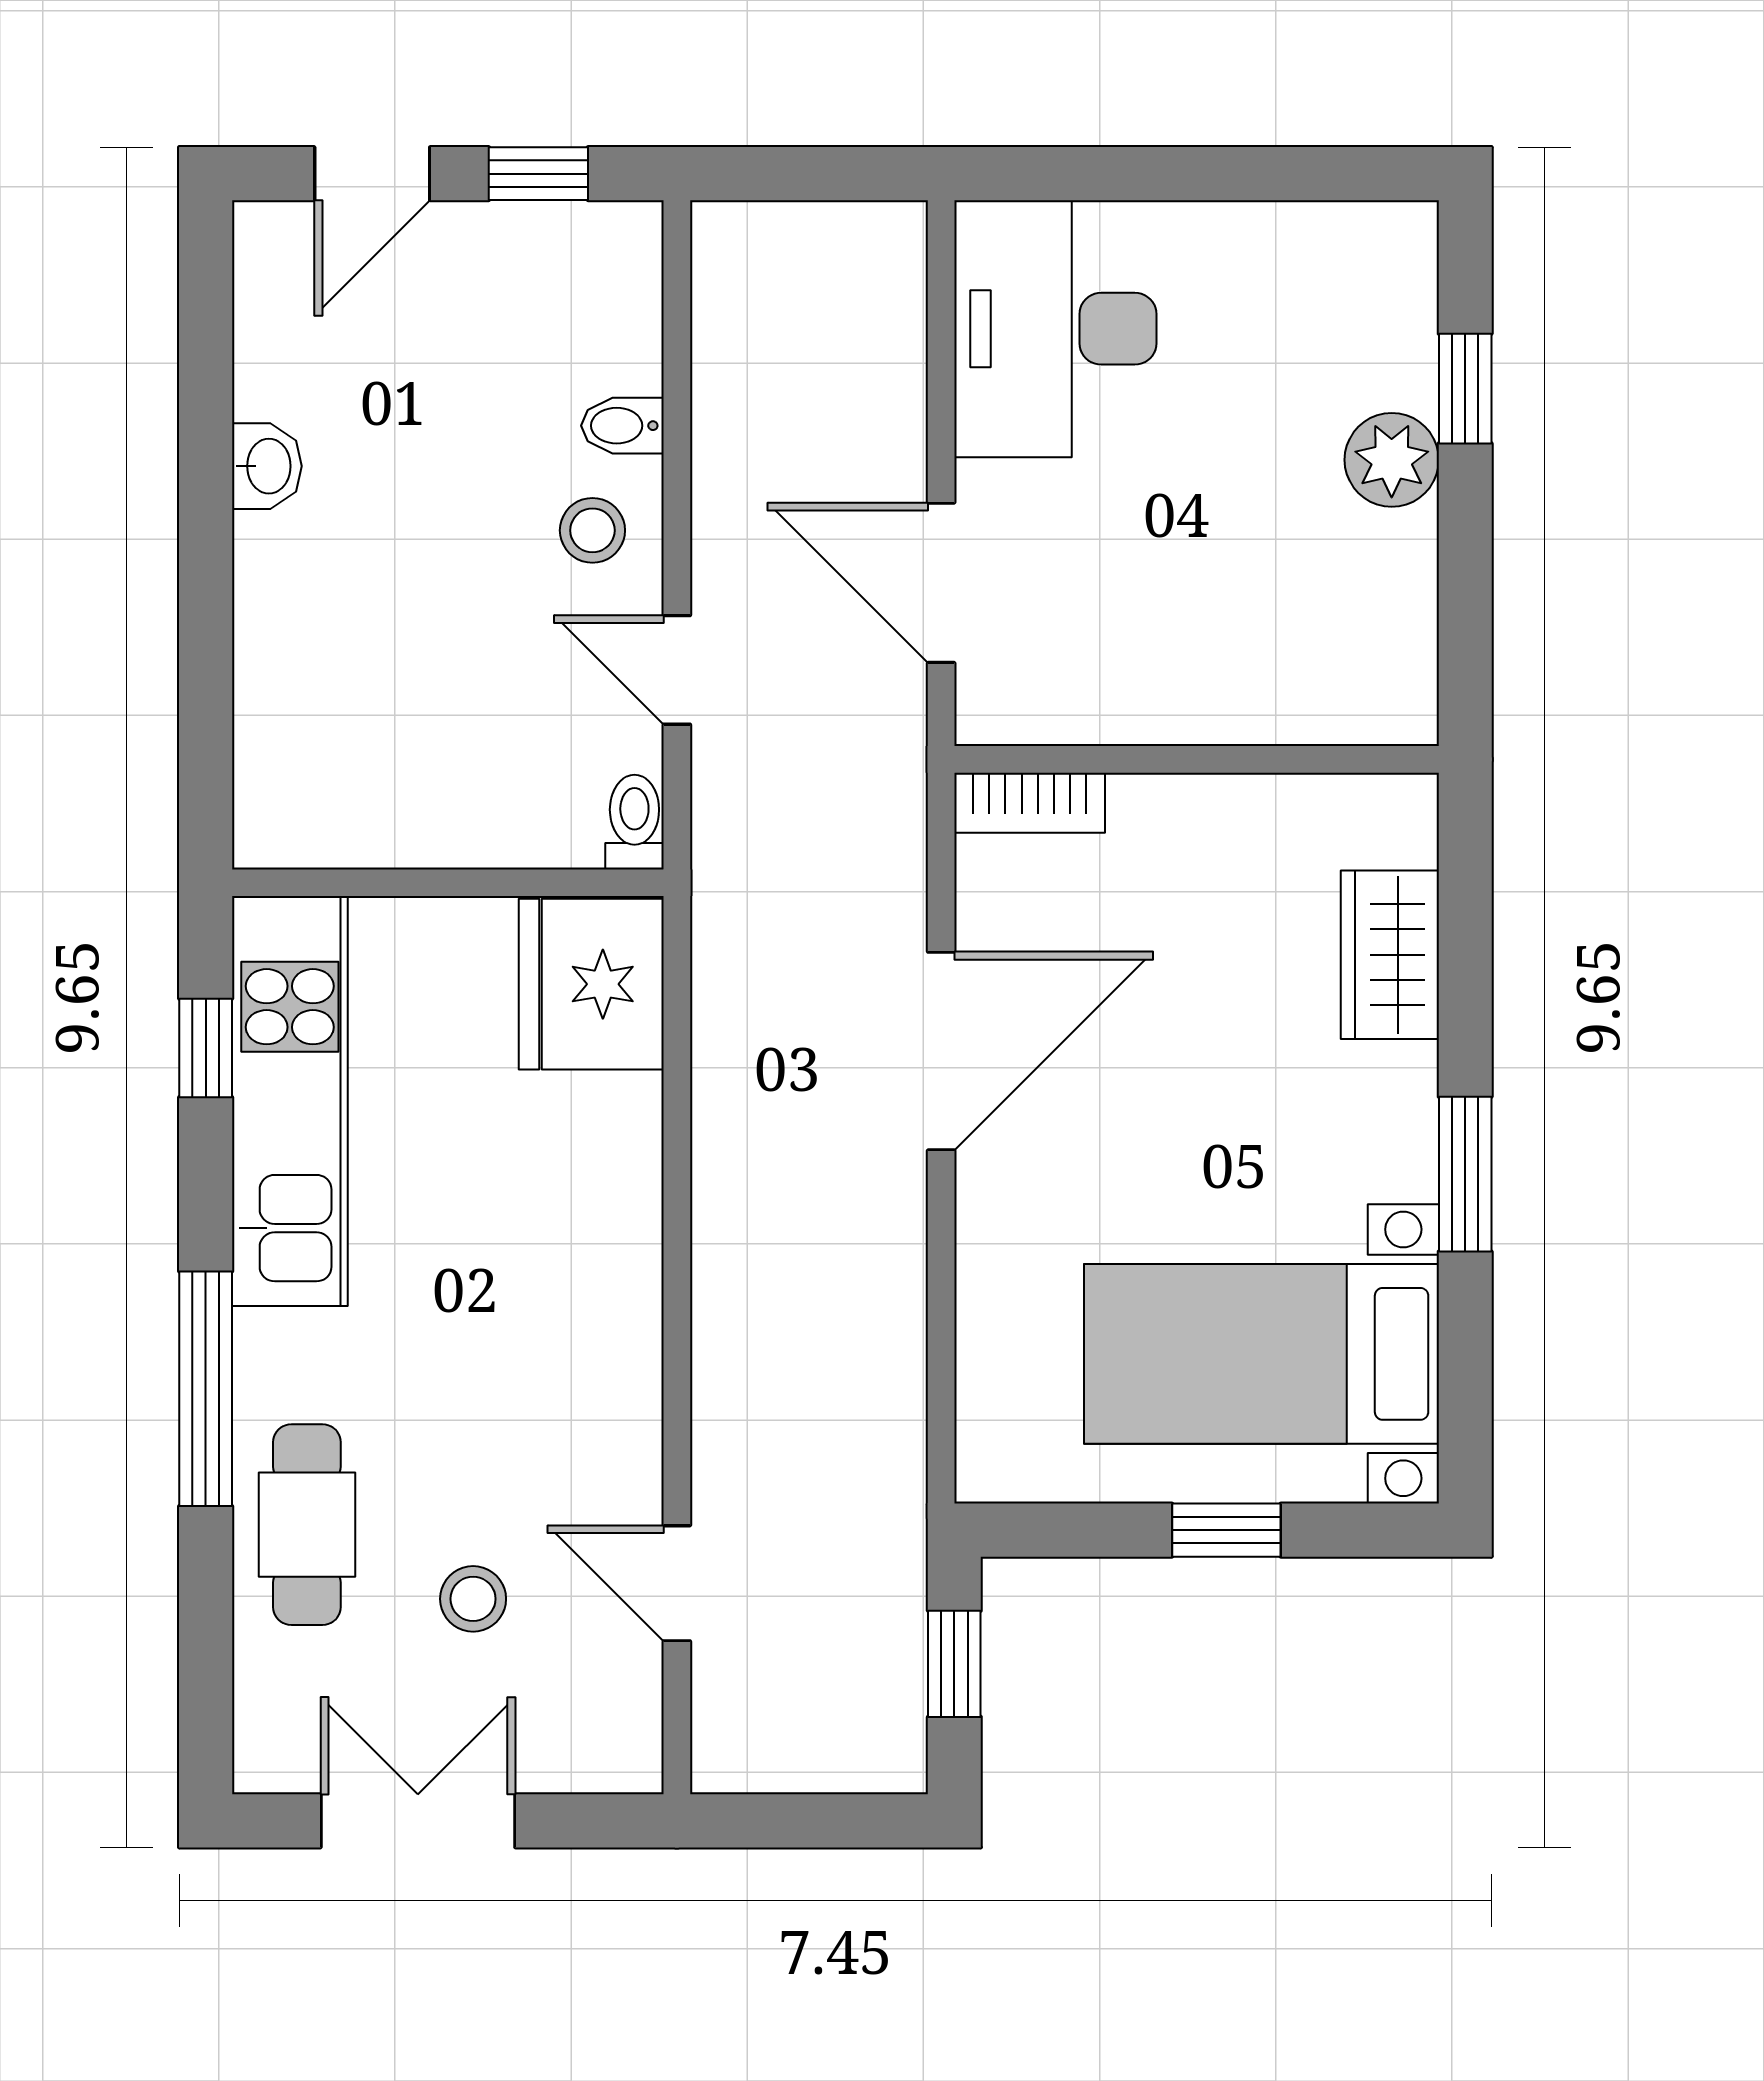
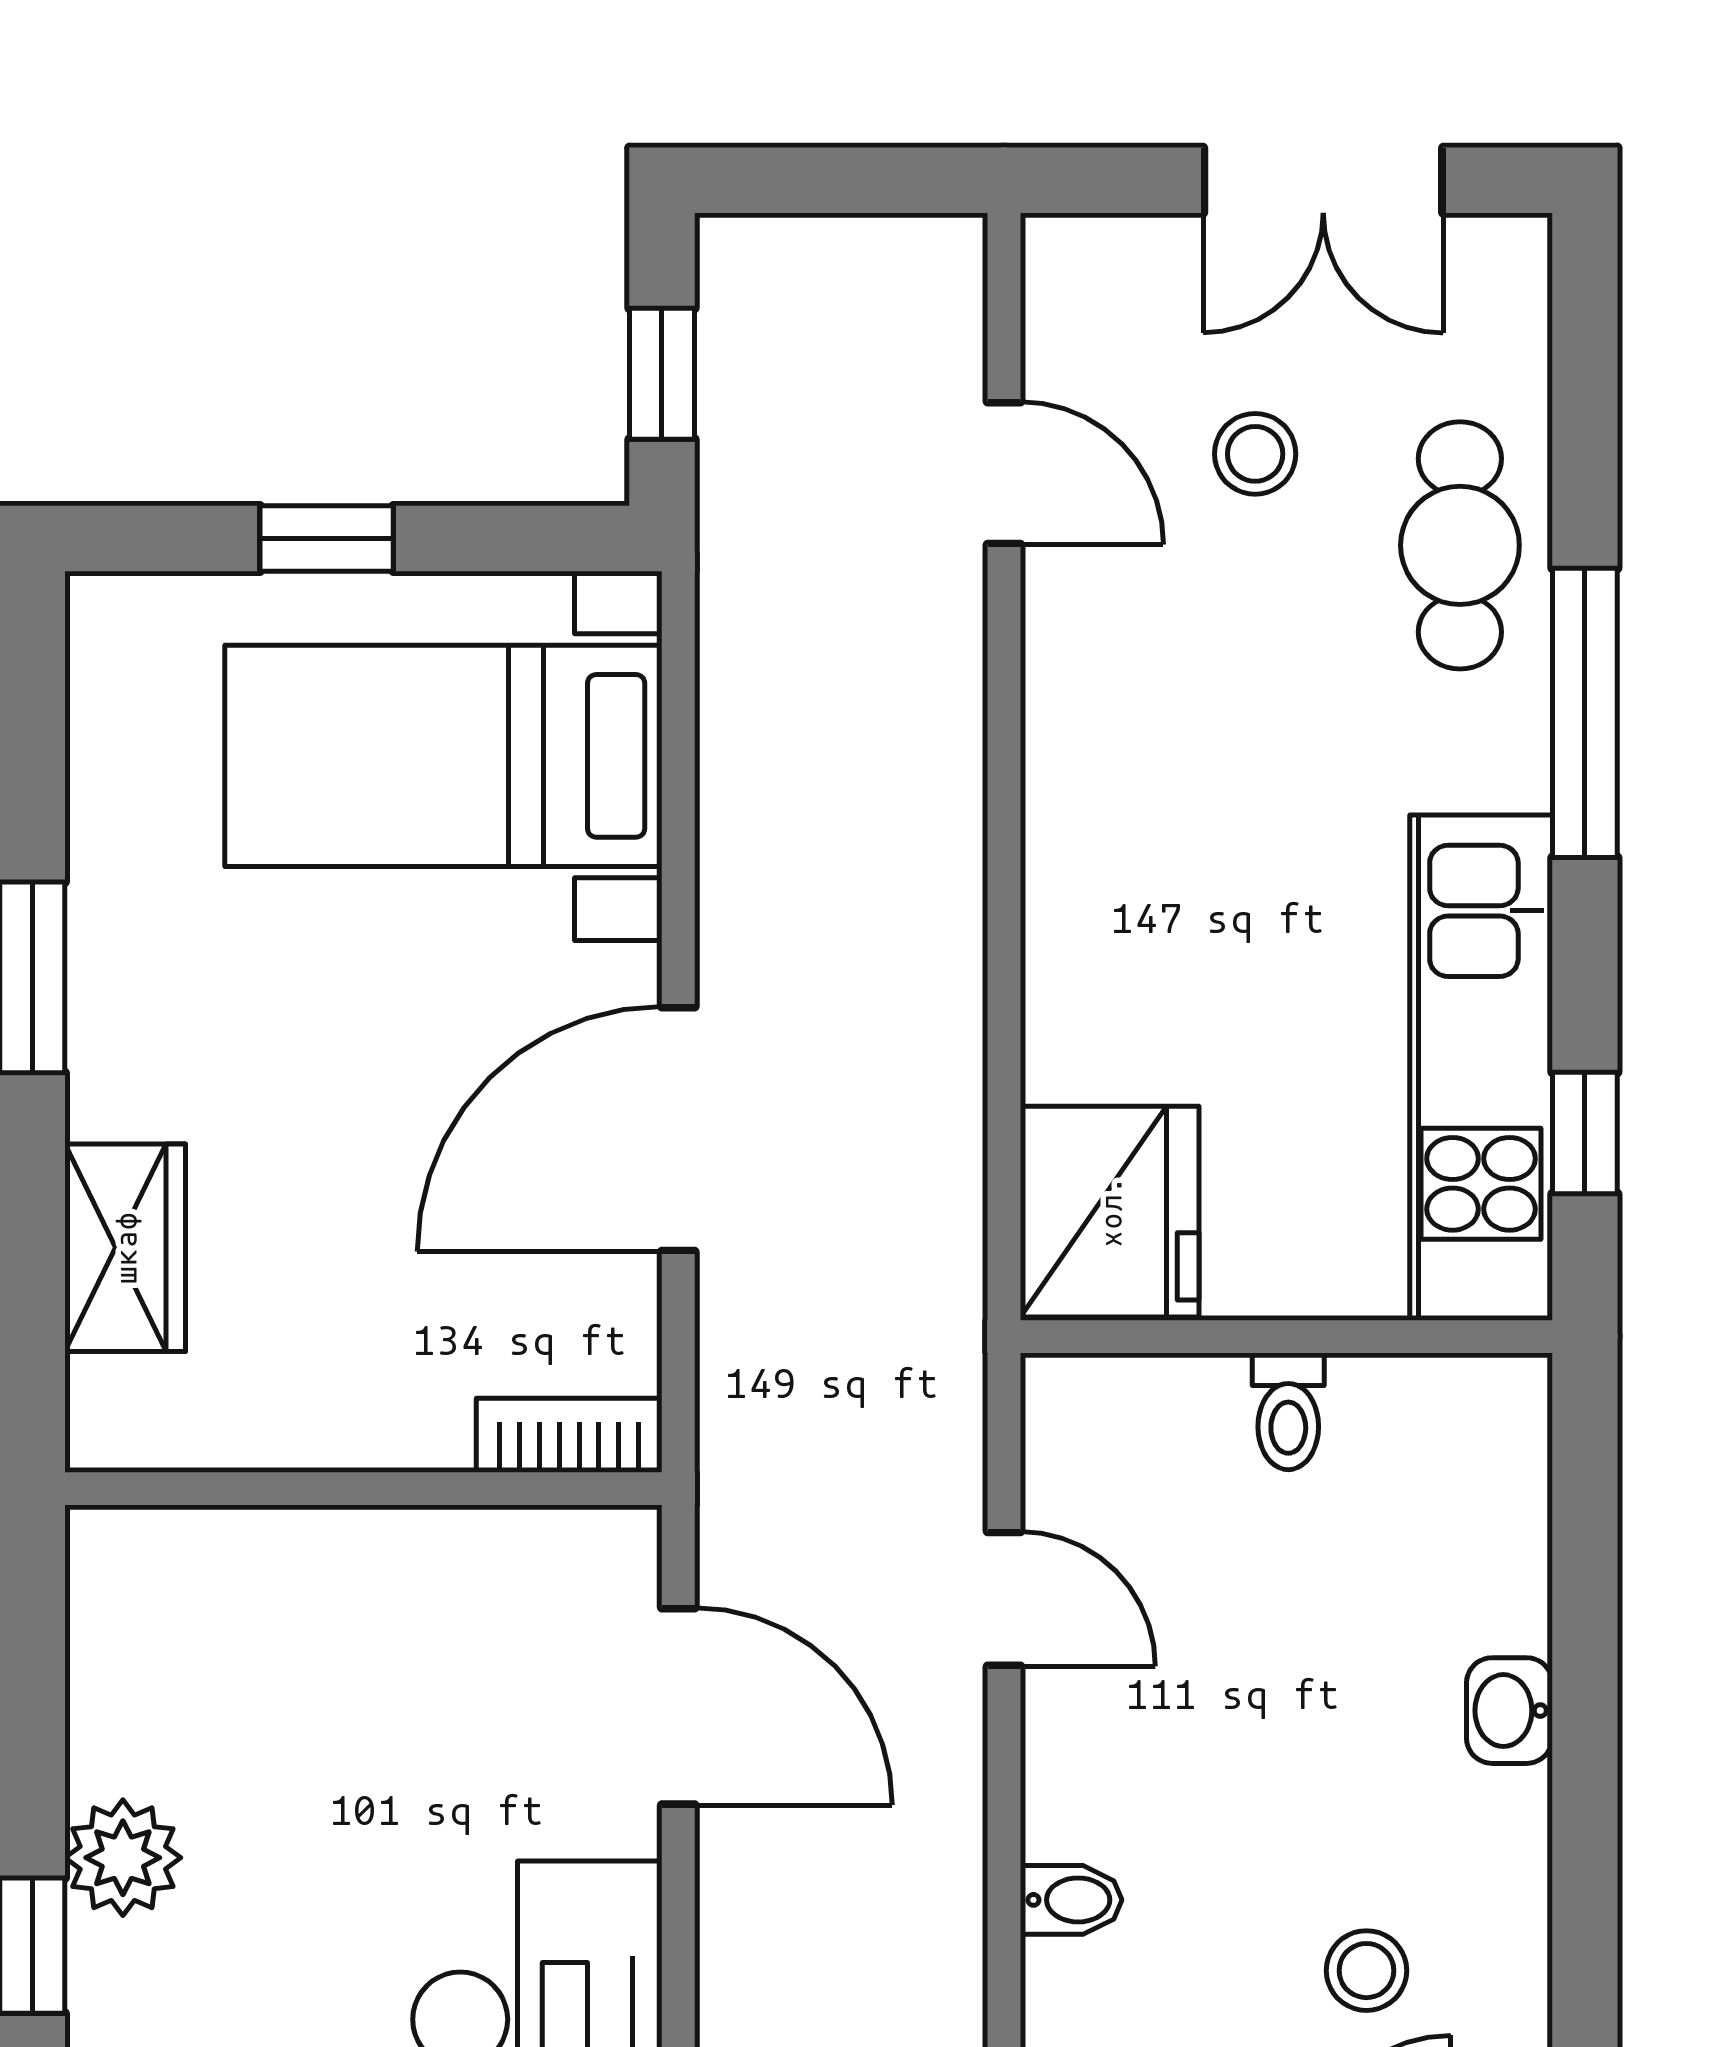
washbasin: (267, 466) -> (1509, 1711), moved
stool: (592, 530) -> (1366, 1971), moved
toilet: (634, 822) -> (1288, 1411), moved
bed with nightstands: (1261, 1354) -> (443, 756), moved, turned 180

